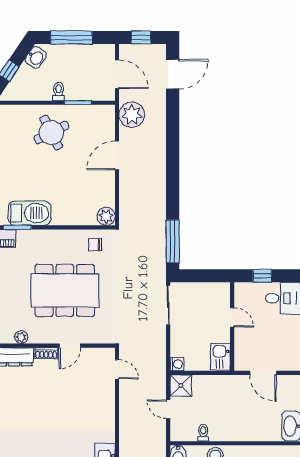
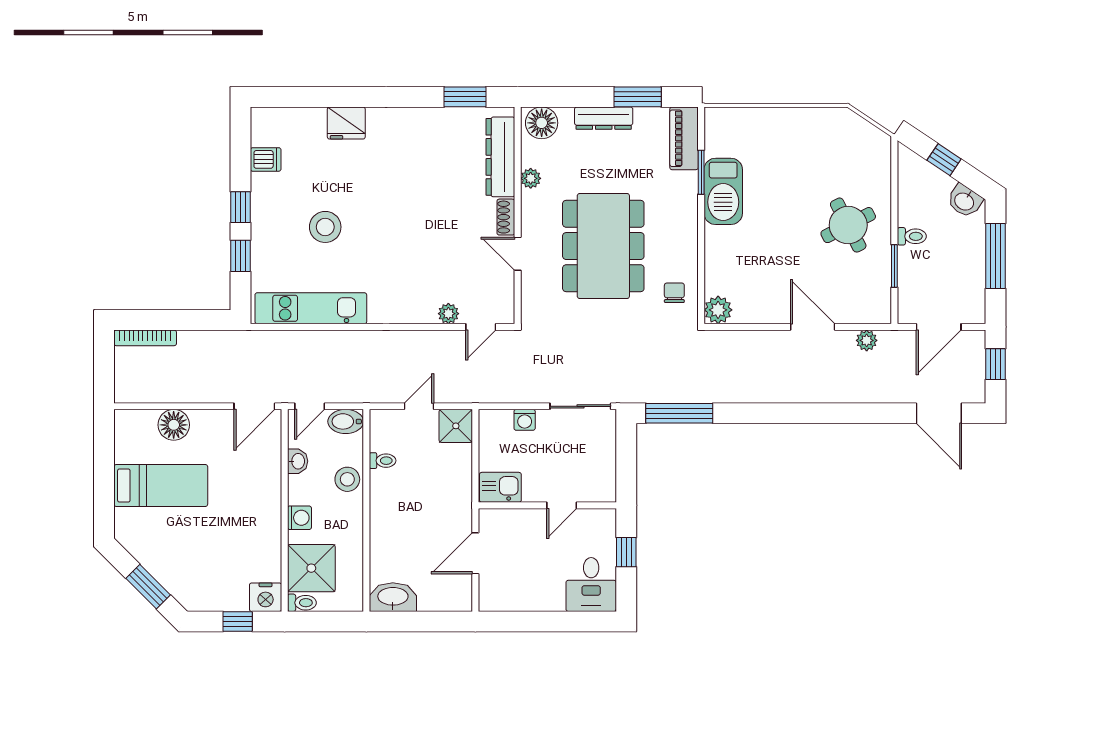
plant: (132, 115) -> (867, 340), width x0.53, depth x0.53
washing machine: (177, 364) -> (525, 420), moved
plant: (108, 390) -> (448, 314), added

